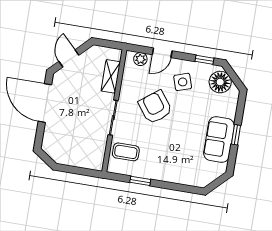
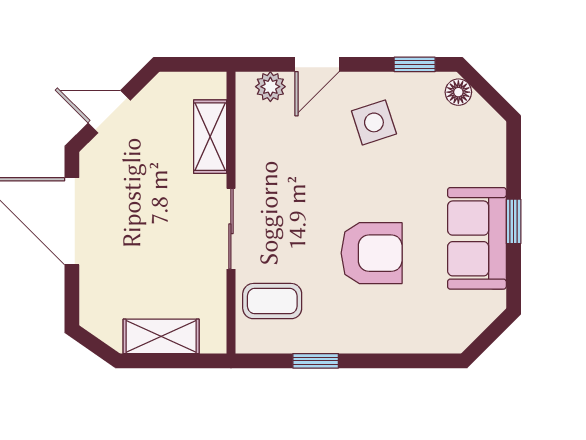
door: (69, 58) -> (109, 112), hinge flipped
floor lamp: (220, 82) -> (458, 92), width x0.53, depth x0.53
armchair: (155, 107) -> (372, 253), moved, turned 127
shelving: (75, 159) -> (161, 336), added

